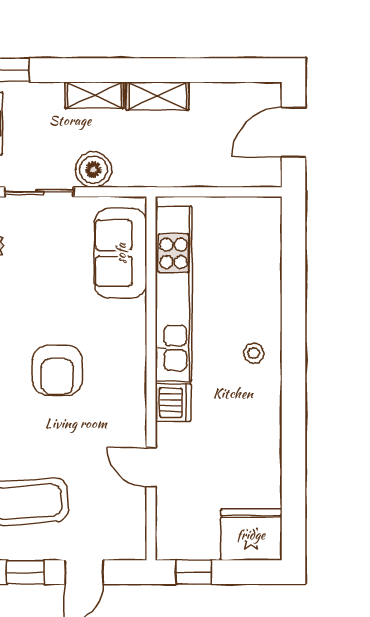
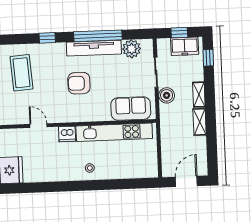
door: (294, 132) -> (186, 181), hinge flipped
door: (151, 467) -> (38, 126), hinge flipped

